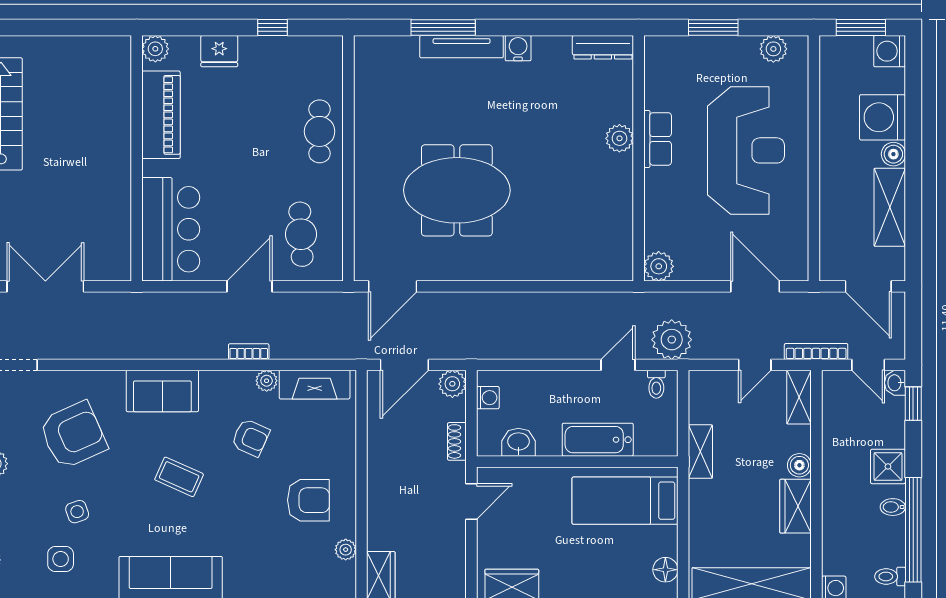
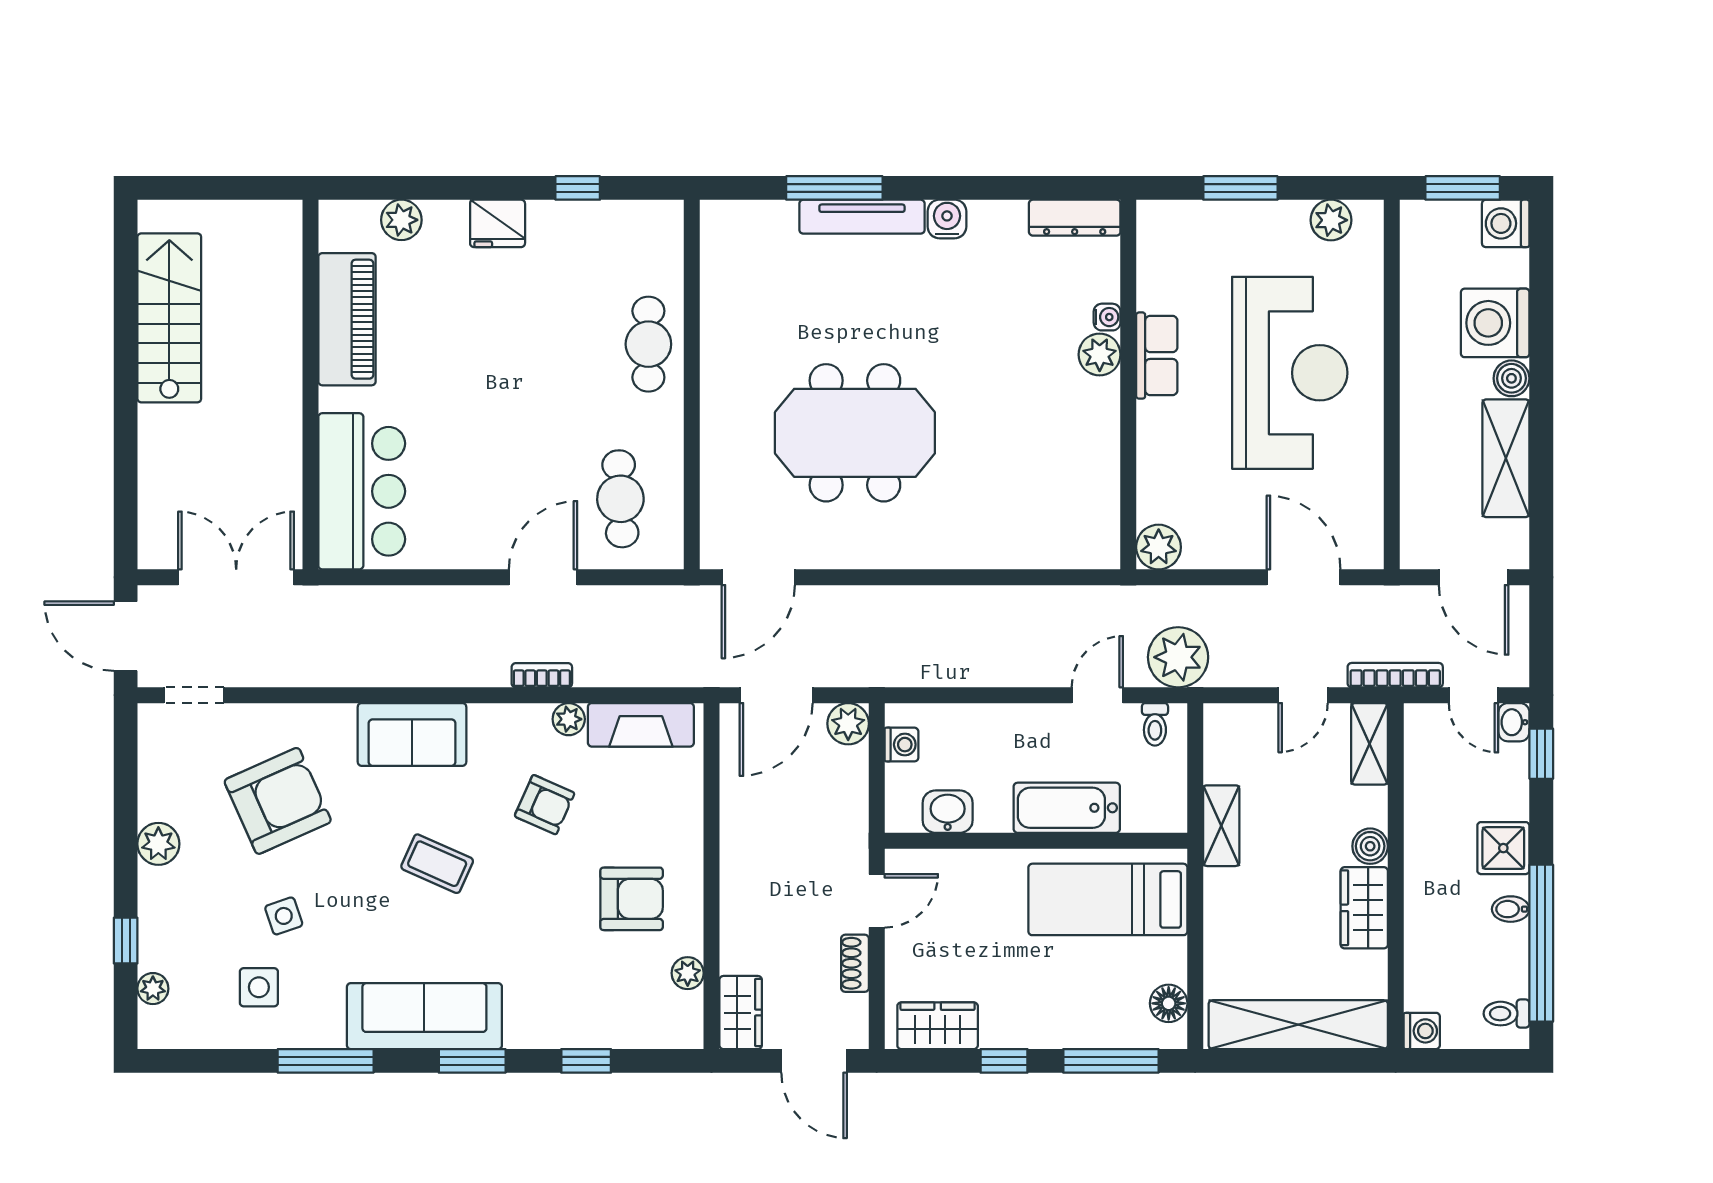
water cooler: (625, 113) -> (1107, 317), added
piano: (161, 115) -> (347, 319), moved
wall: (137, 158) -> (310, 385), moved
bar counter: (171, 229) -> (362, 491), moved
shoe rack: (457, 441) -> (855, 963), moved

